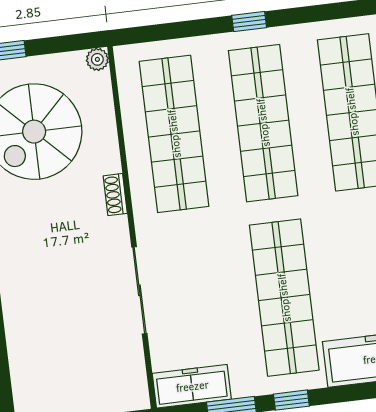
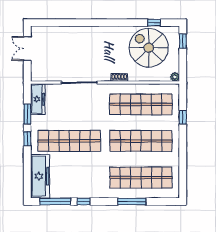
window: (249, 21) -> (183, 117), moved

